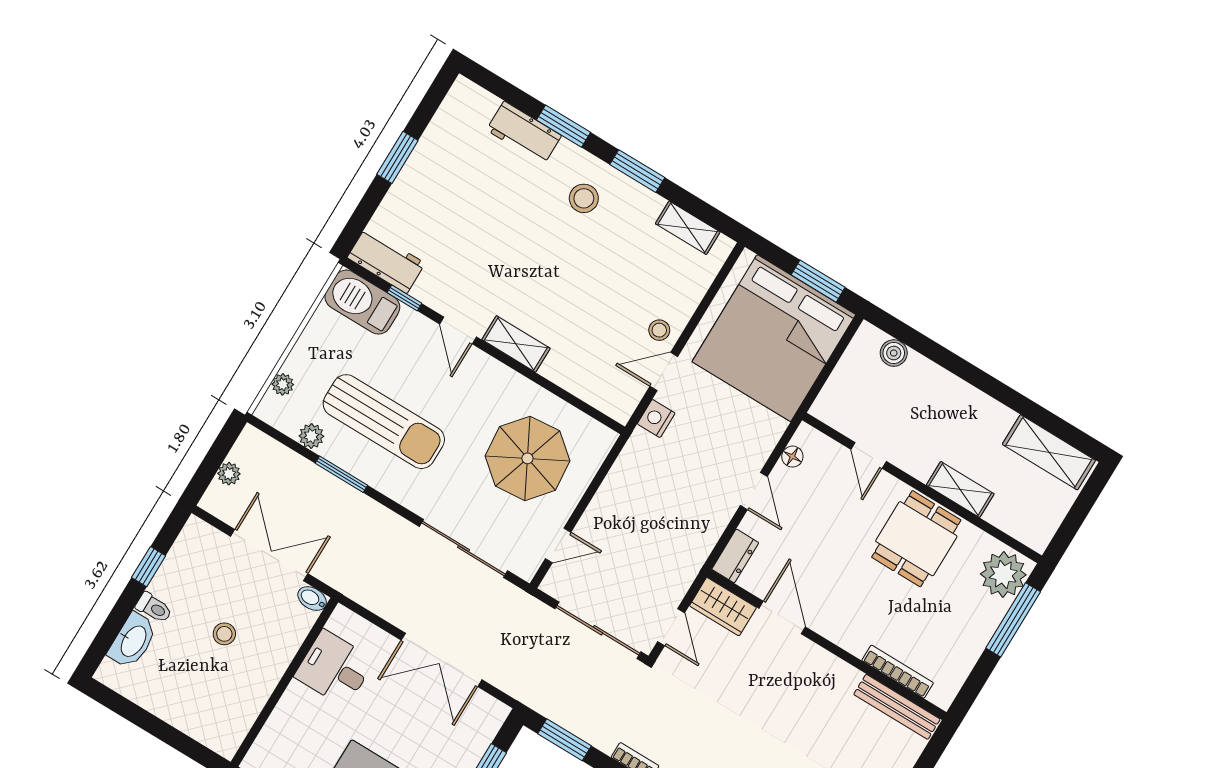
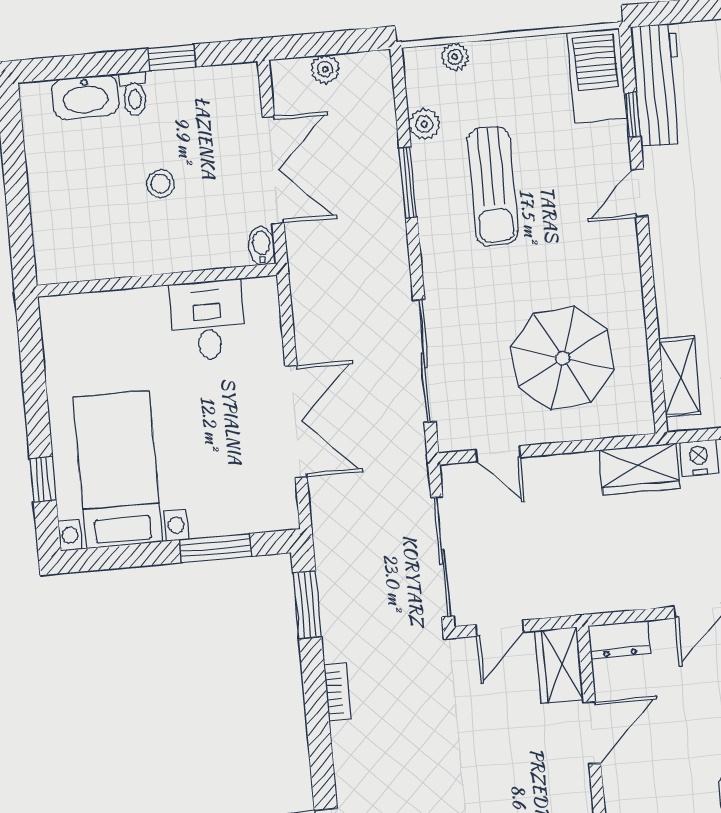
workbench: (386, 260) -> (658, 85), width x1.38
shelving: (516, 344) -> (680, 377), moved
sun lounger: (384, 422) -> (493, 186), width x0.73, depth x0.75
wardrobe: (635, 462) -> (639, 469), added
double door: (442, 660) -> (296, 422), swing flipped

